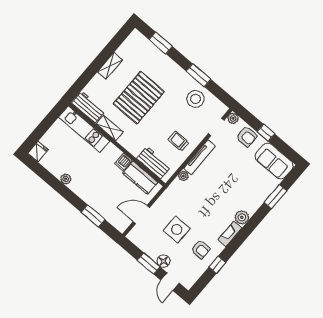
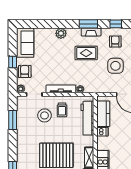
window: (199, 75) -> (13, 120), moved
stool: (195, 99) -> (45, 115), moved
workbench: (154, 163) -> (87, 118), width x1.37
window: (275, 197) -> (88, 24), moved
rug: (213, 212) -> (86, 53), added
plant: (242, 217) -> (61, 33), moved

